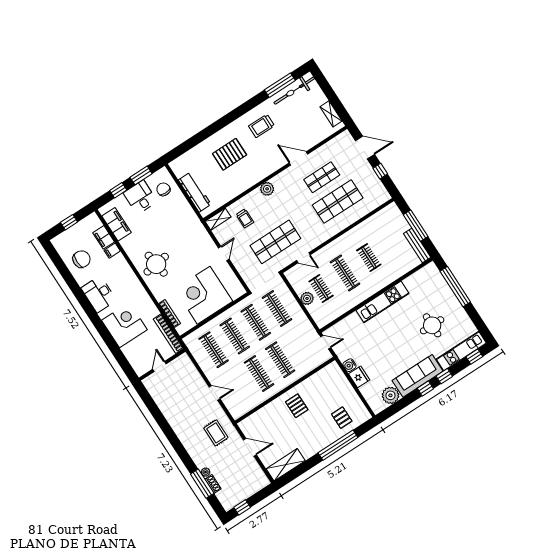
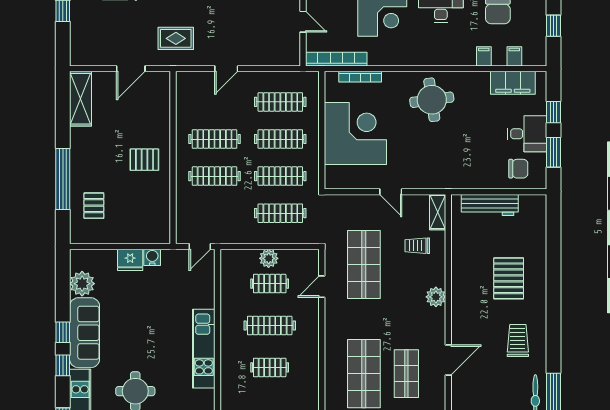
filing cabinet: (104, 237) -> (514, 56), width x0.50
pallet: (342, 418) -> (94, 206), turned 90

